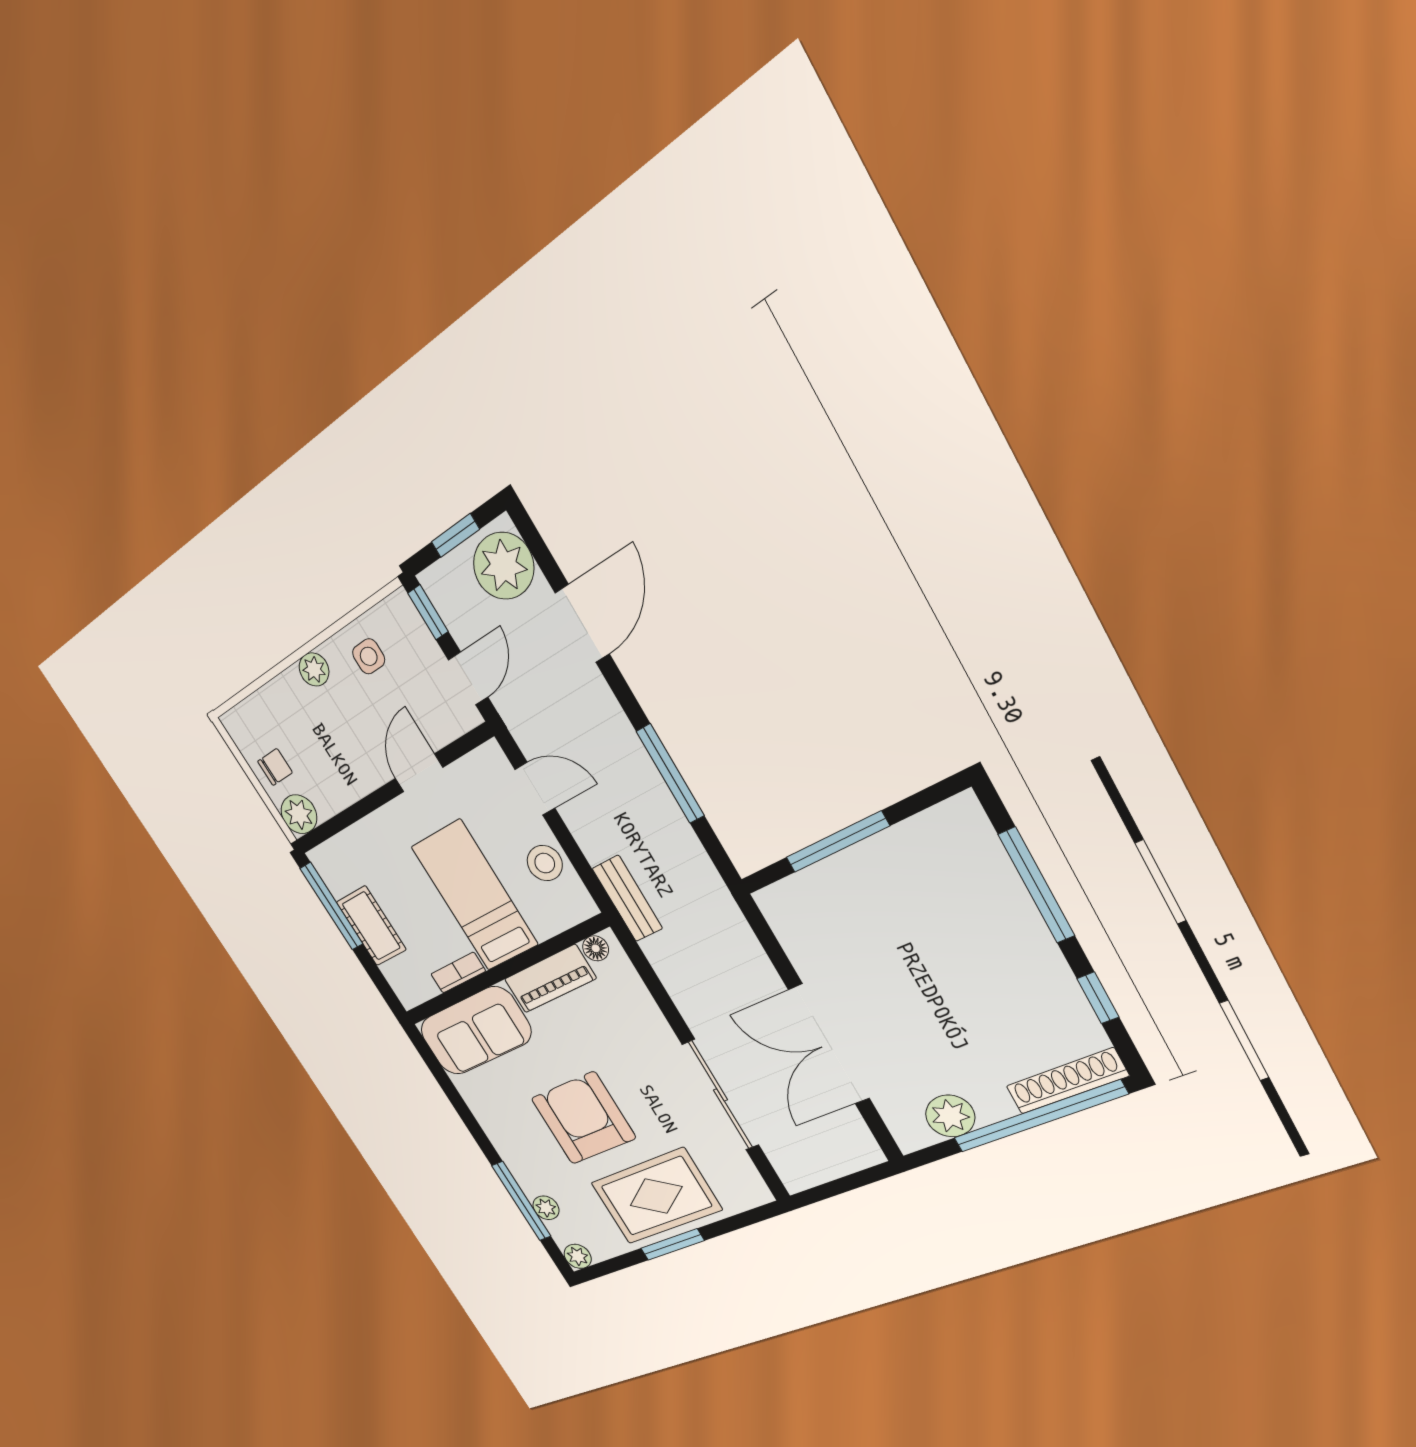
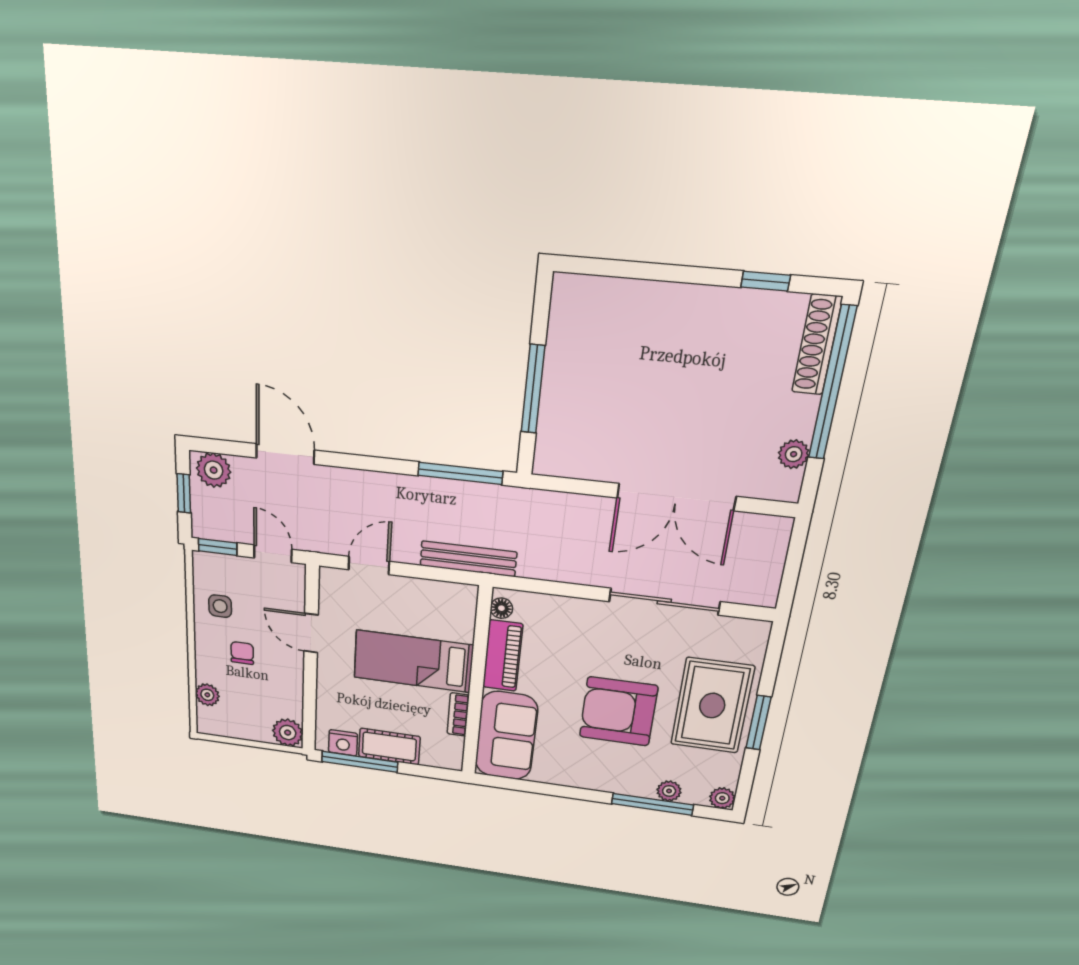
plant: (504, 566) -> (214, 470), width x0.73, depth x0.73
plant: (314, 669) -> (207, 695), moved
chair: (275, 767) -> (242, 653), moved
window: (670, 774) -> (460, 473), moved
stool: (545, 863) -> (422, 597), removed
nightstand: (336, 877) -> (343, 743), added
window: (1036, 885) -> (652, 272), removed
bench: (627, 898) -> (468, 559), width x1.36
plant: (950, 1116) -> (794, 454), width x0.73, depth x0.73

